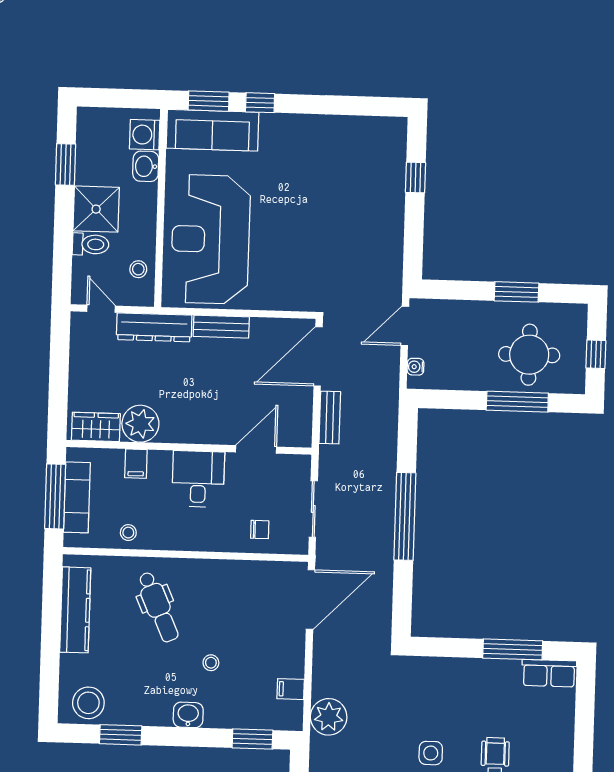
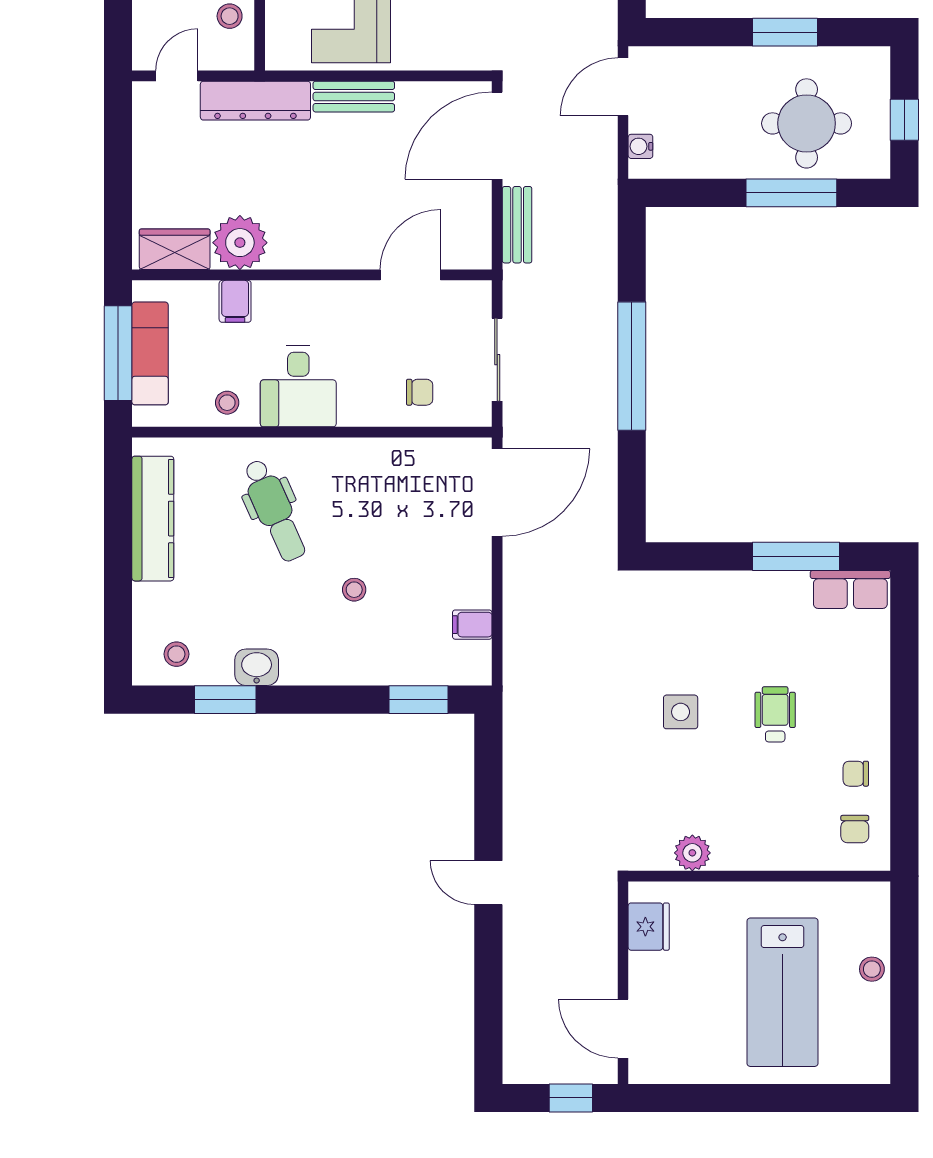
door: (101, 309) -> (177, 76), hinge flipped
desk: (198, 479) -> (298, 386), moved, turned 180
stool: (88, 703) -> (176, 654), width x0.53, depth x0.53
washbasin: (188, 715) -> (257, 667), moved
plant: (329, 717) -> (529, 664), removed

